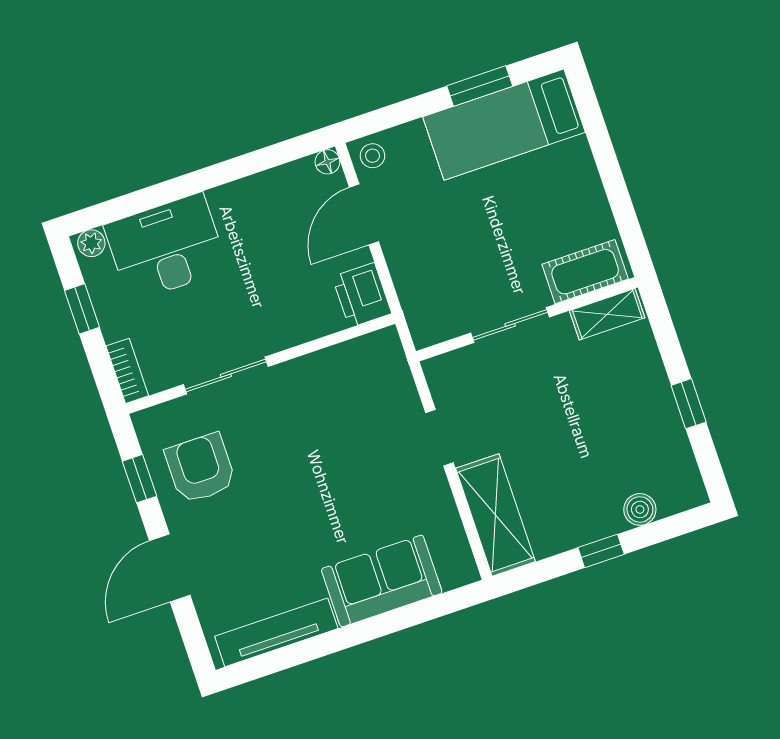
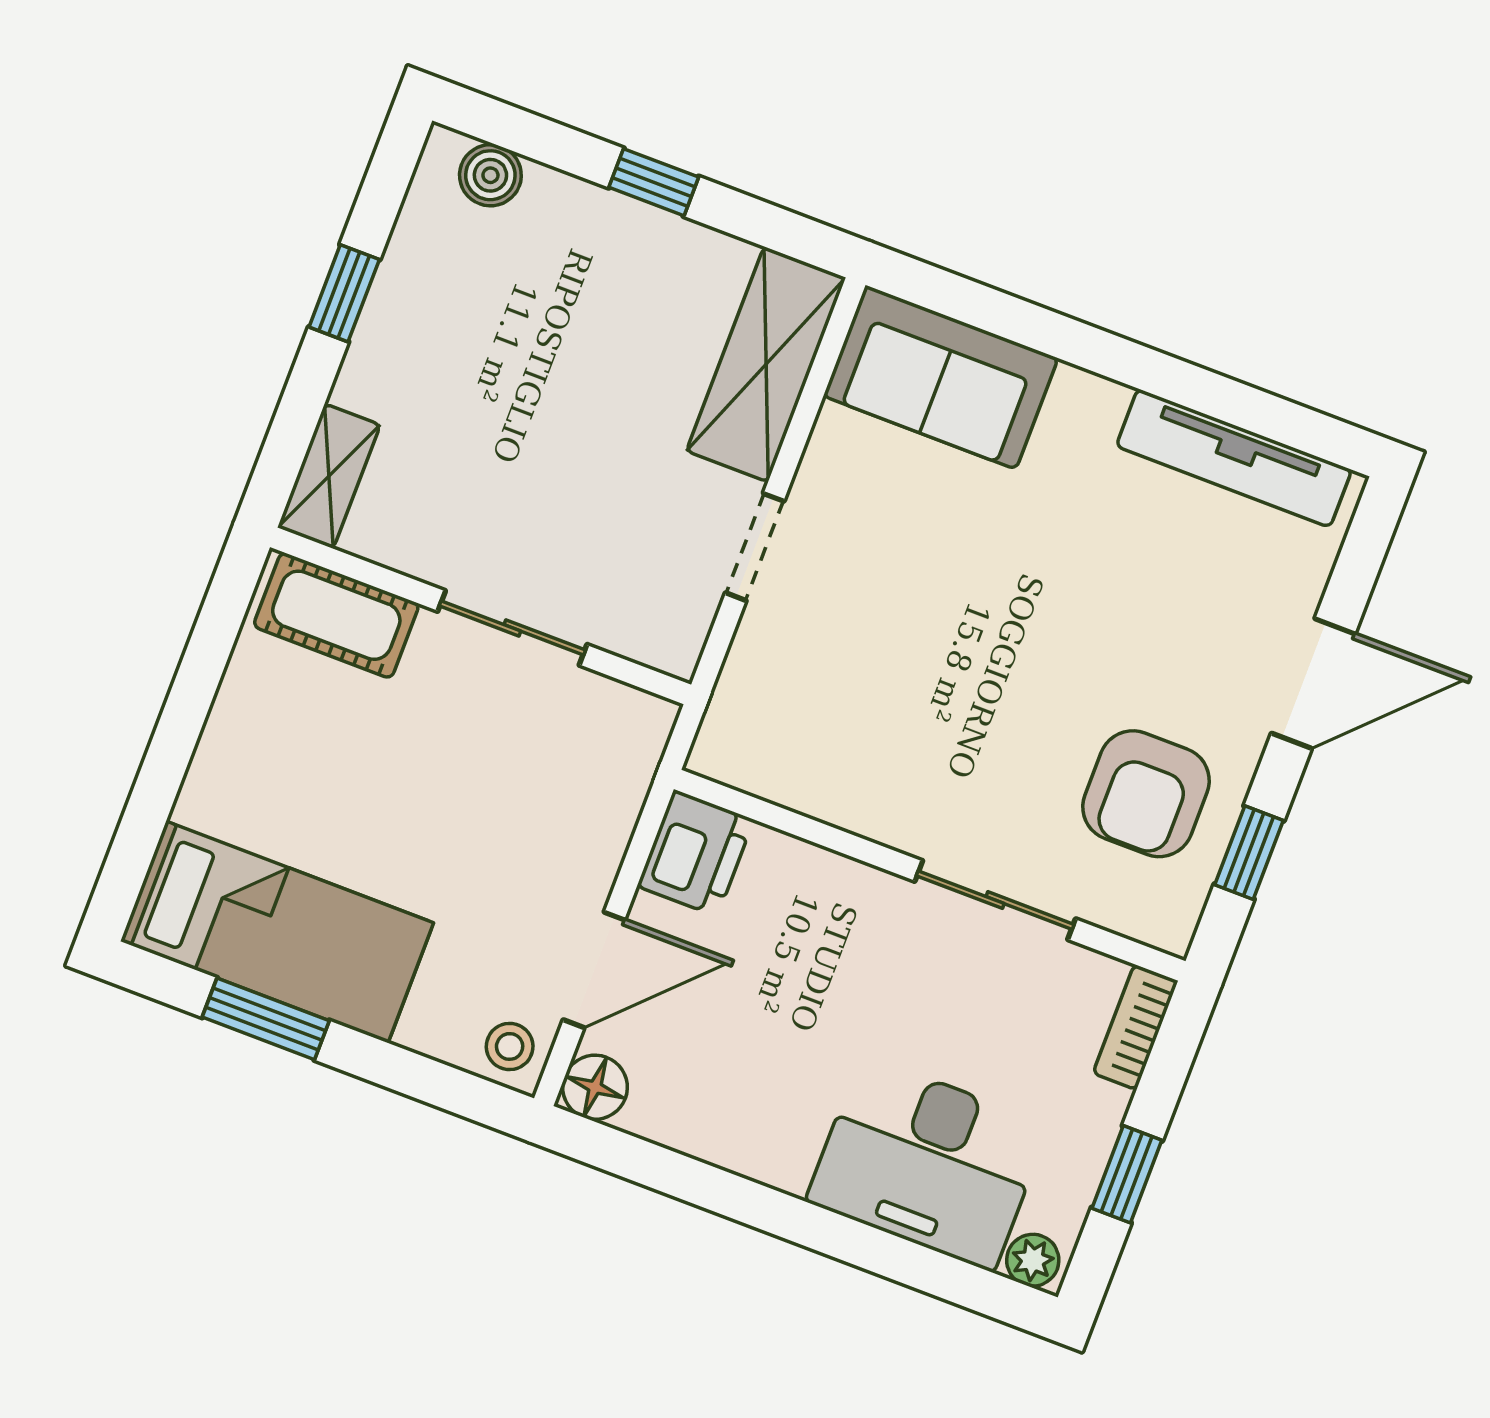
floor lamp: (327, 162) -> (595, 1087), width x1.37, depth x1.37
shelving: (607, 314) -> (329, 476), moved, turned 90
boiler: (640, 509) -> (490, 175), moved
sofa: (382, 581) -> (941, 377), moved

